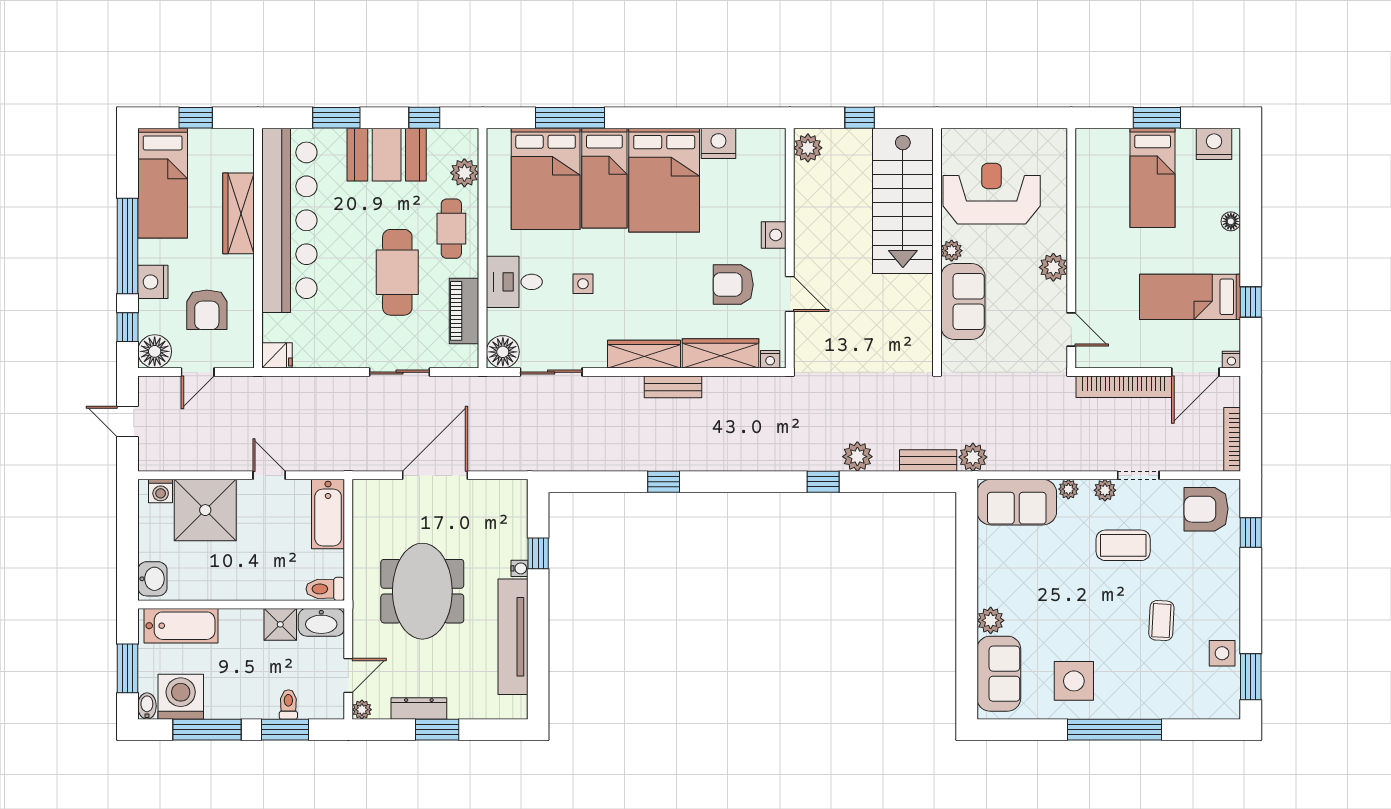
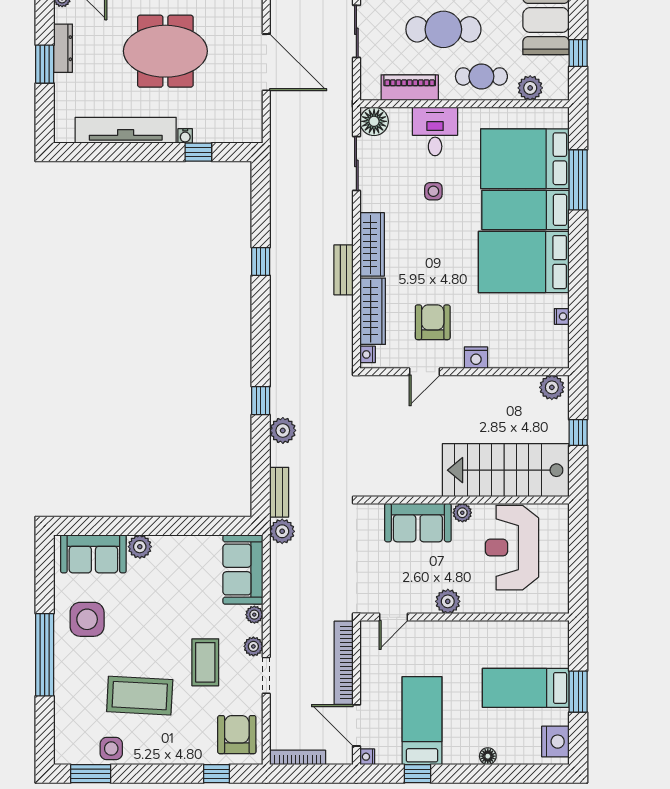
nightstand: (718, 143) -> (562, 316), width x0.53, depth x0.56
reception desk: (992, 194) -> (512, 548), turned 180
coffee table: (1161, 621) -> (140, 696), width x1.86, depth x1.72

